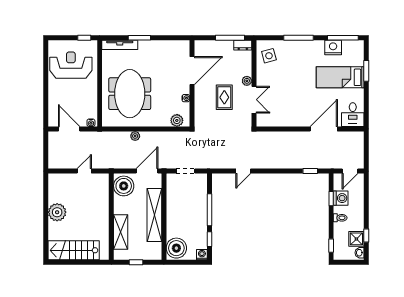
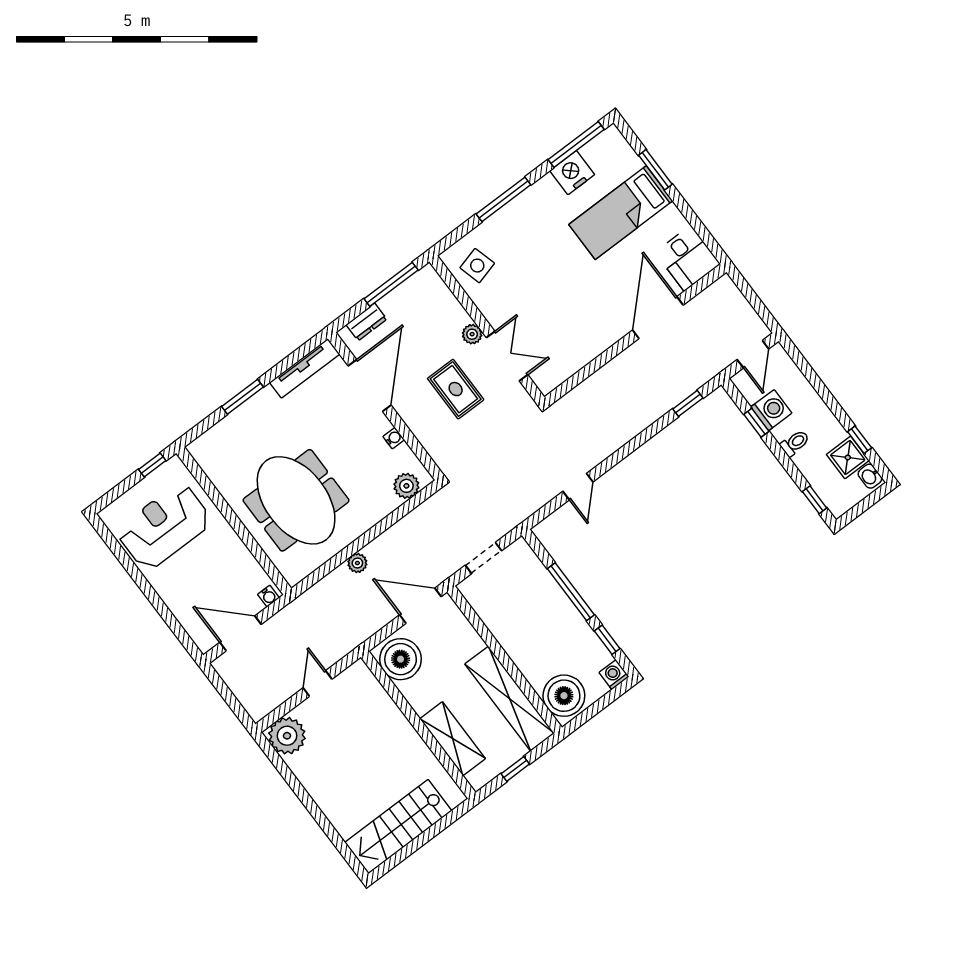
tv unit: (120, 45) -> (305, 368), moved
dresser: (243, 45) -> (366, 322), moved
door: (147, 171) -> (420, 606), hinge flipped
plant: (57, 212) -> (287, 736), moved
shelving: (154, 215) -> (509, 699), moved

